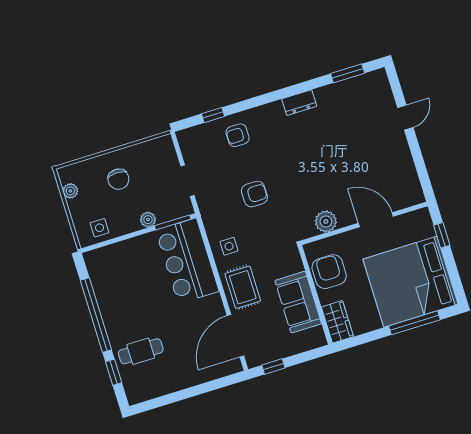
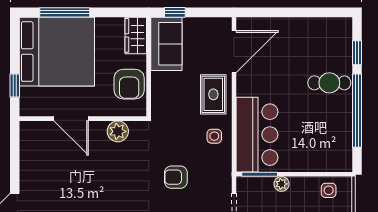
sofa: (298, 302) -> (166, 44), moved
cafe table: (141, 351) -> (329, 83), moved
window: (273, 367) -> (175, 12), moved

